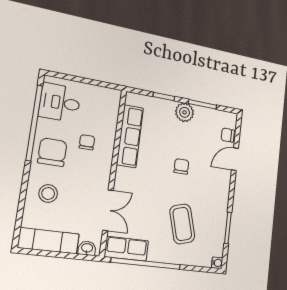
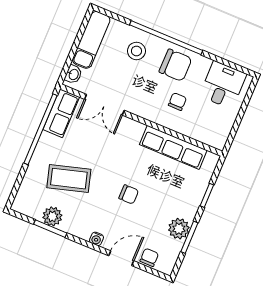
plant: (185, 112) -> (179, 229), moved
window: (34, 123) -> (166, 38), moved
chair: (87, 142) -> (177, 102), turned -90
door: (235, 159) -> (121, 258), hinge flipped
plant: (218, 229) -> (52, 216), added
water cooler: (217, 263) -> (96, 239), moved

